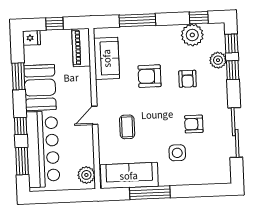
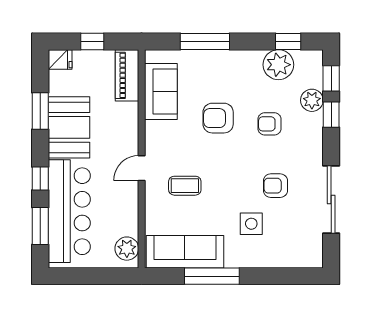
armchair: (188, 79) -> (270, 124), turned 90
coffee table: (127, 127) -> (185, 186), turned 90

